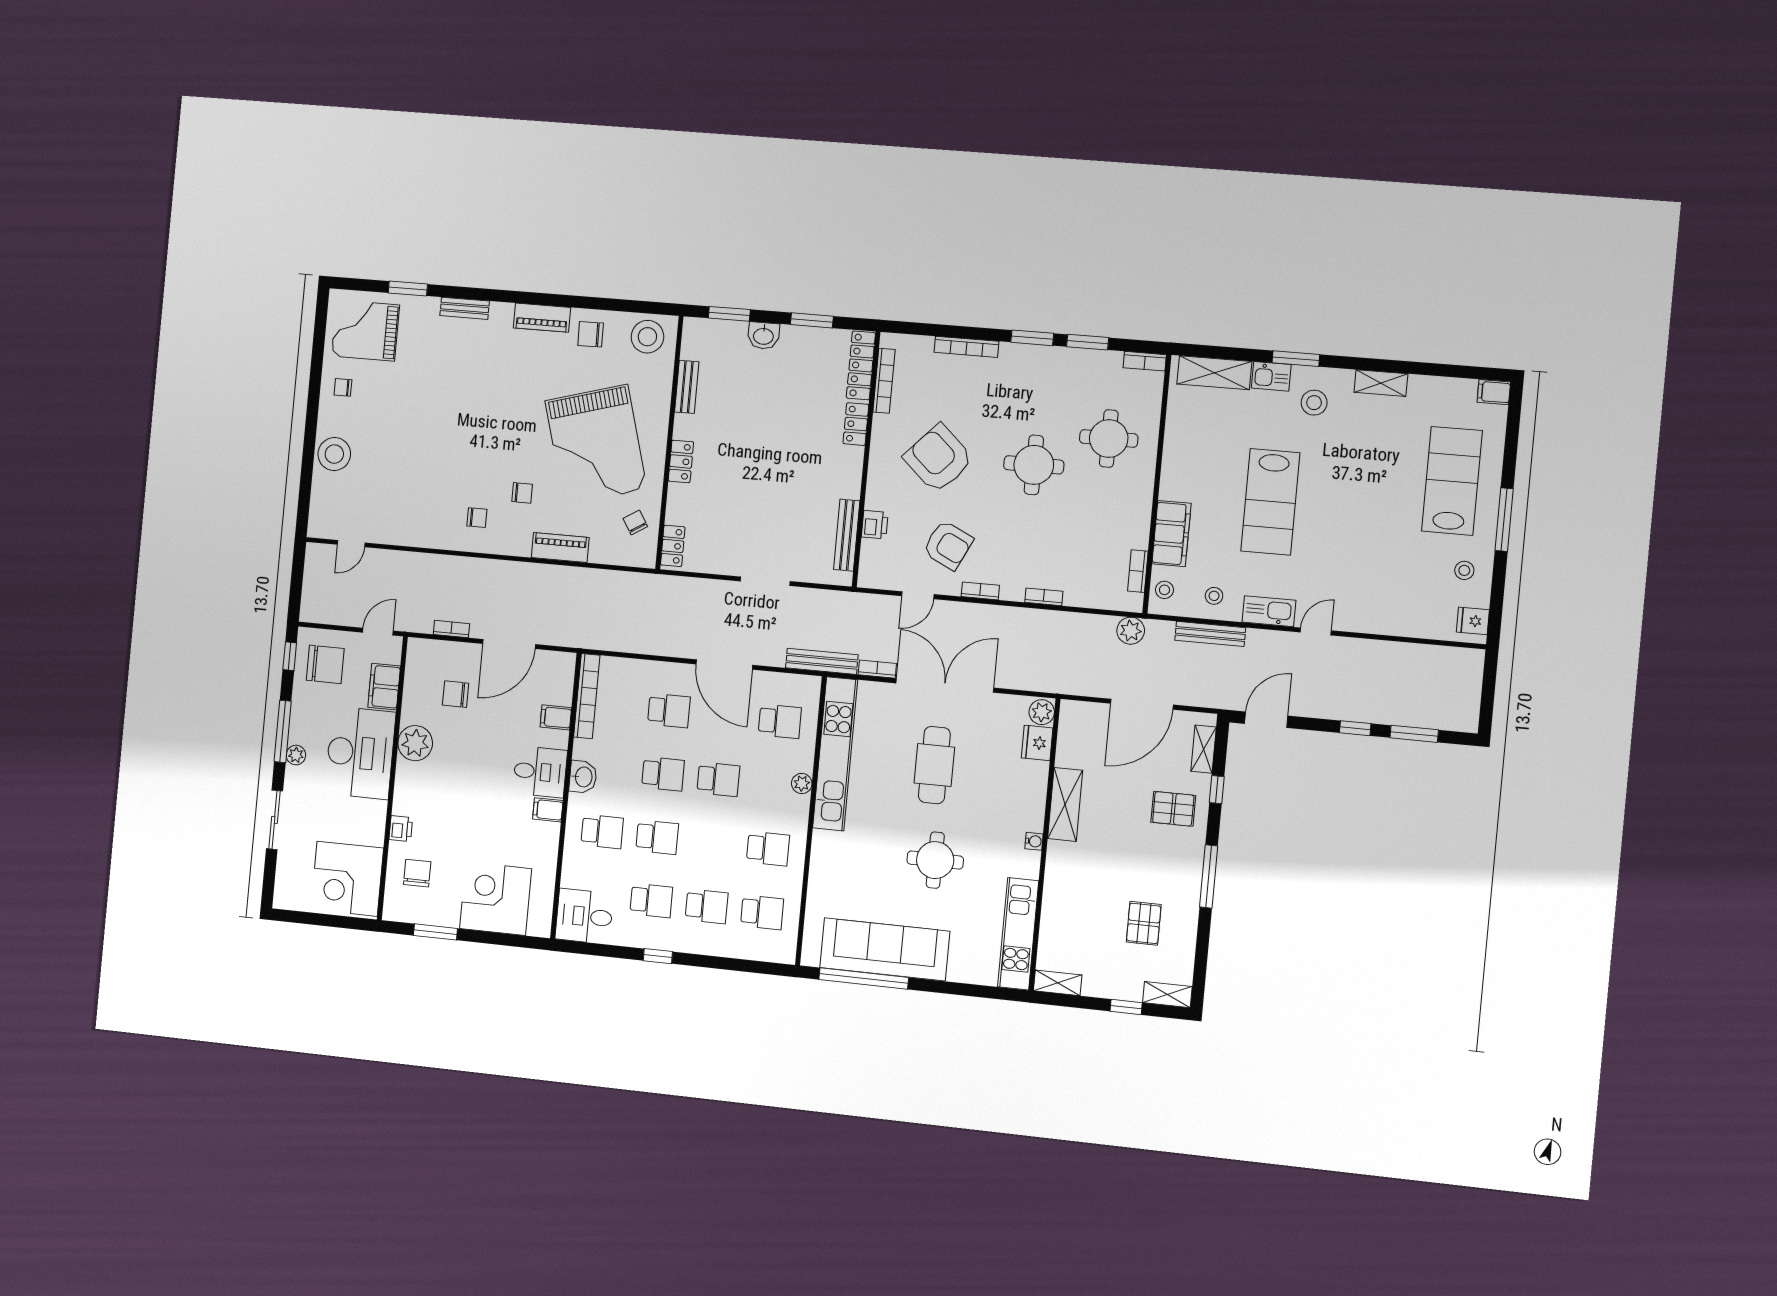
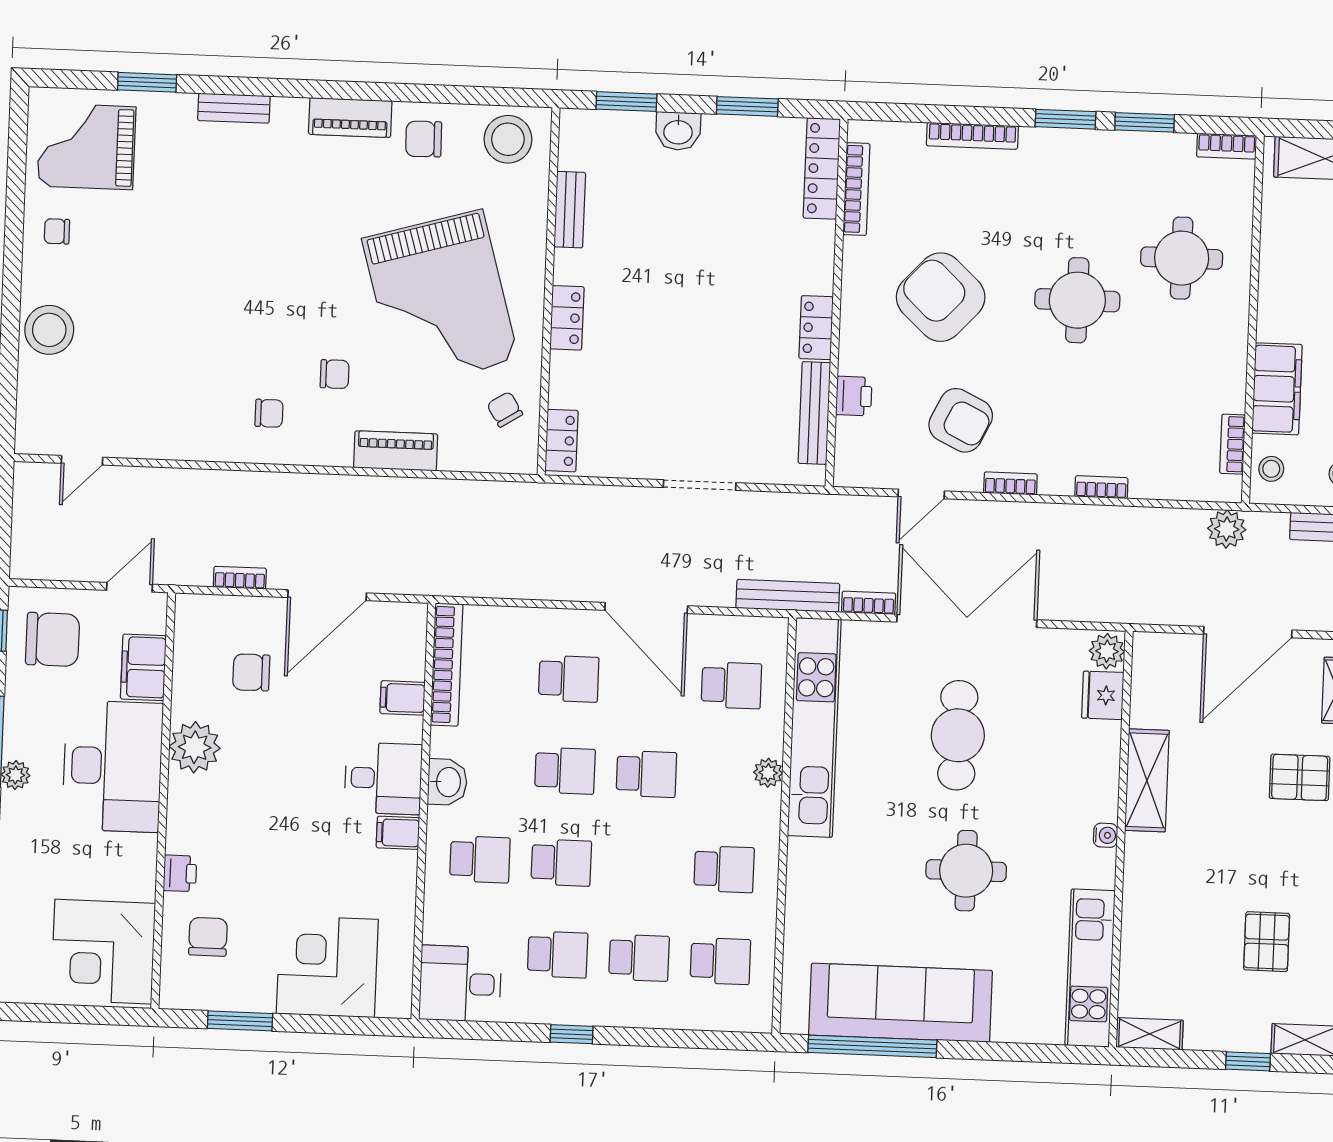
locker: (856, 424) -> (816, 328), moved

